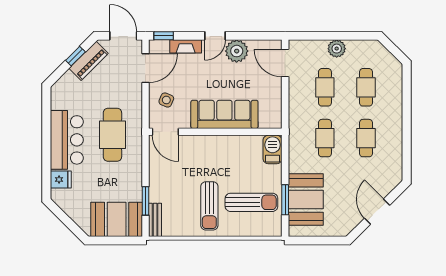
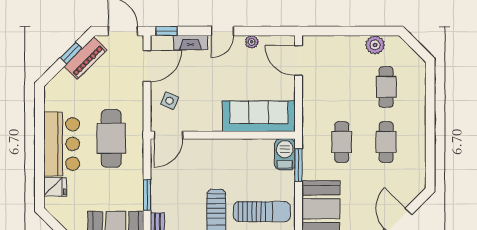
plant: (337, 49) -> (375, 45), moved
plant: (237, 51) -> (252, 42), width x0.53, depth x0.53
cafe table: (325, 87) -> (342, 87), removed
sofa: (224, 114) -> (259, 116), moved
door: (165, 132) -> (169, 135), hinge flipped
window: (285, 200) -> (299, 165), moved
window: (145, 201) -> (147, 195), moved

